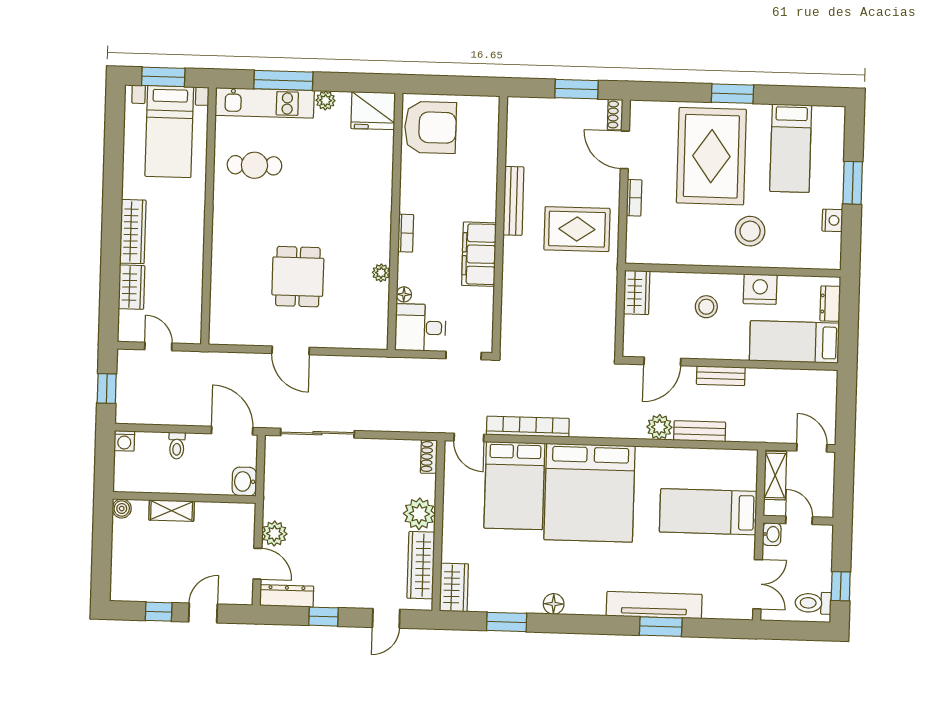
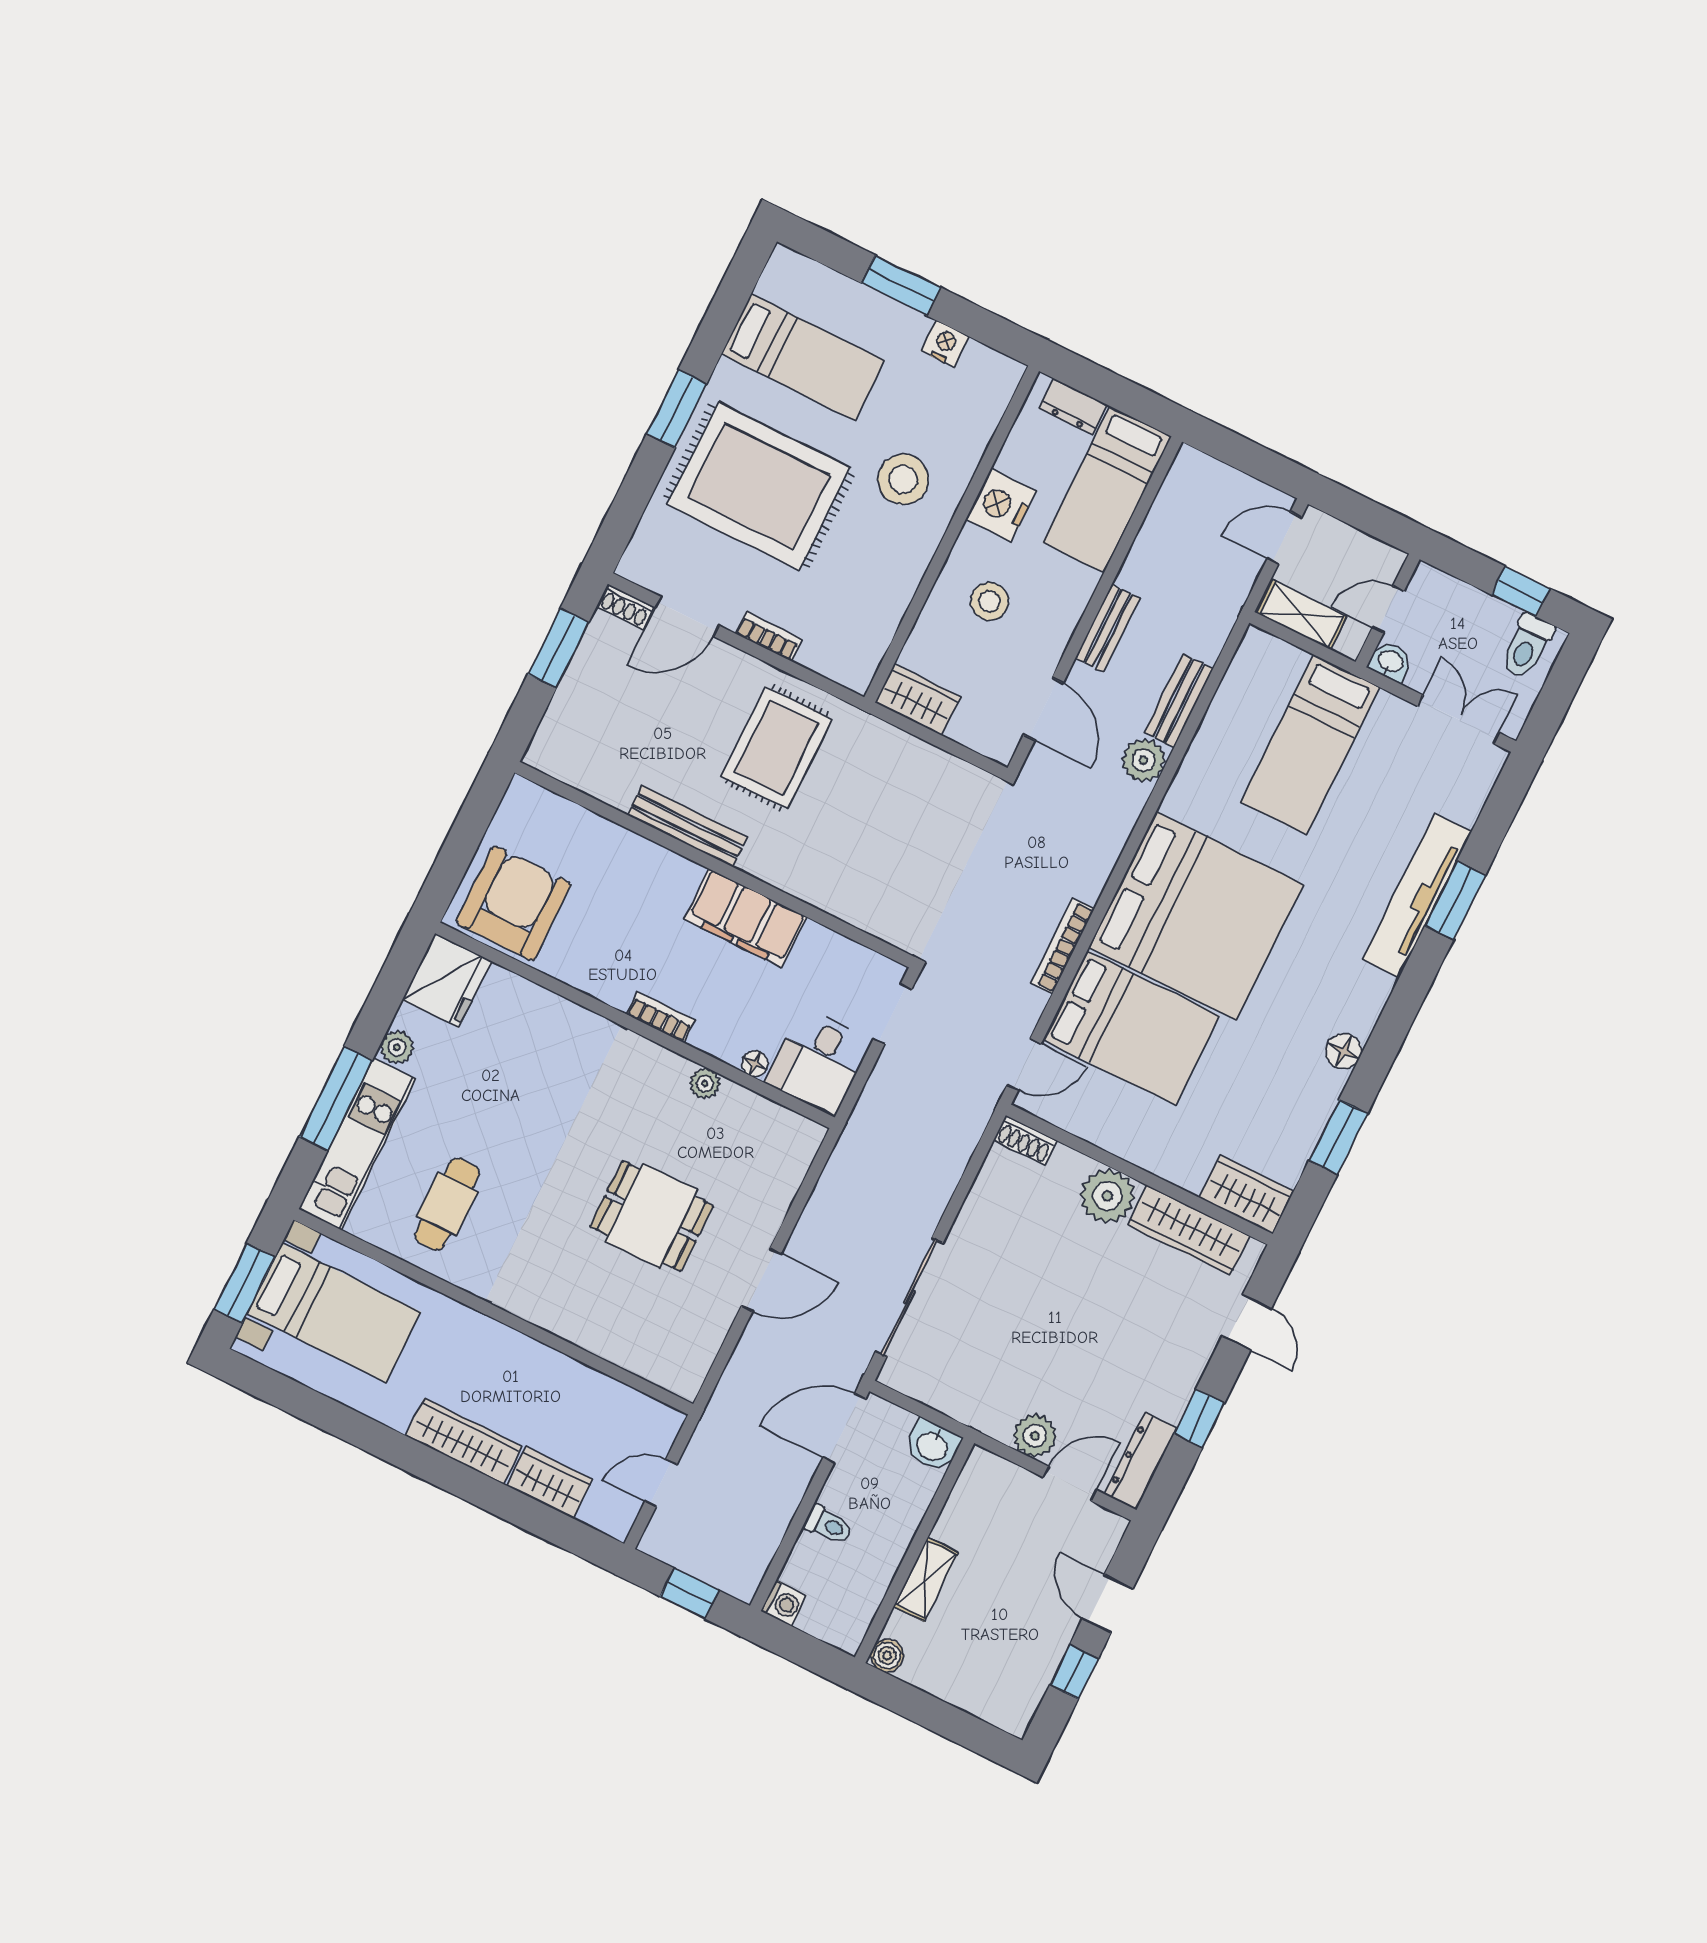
bookcase: (528, 427) -> (1063, 946), width x0.68, depth x0.76

